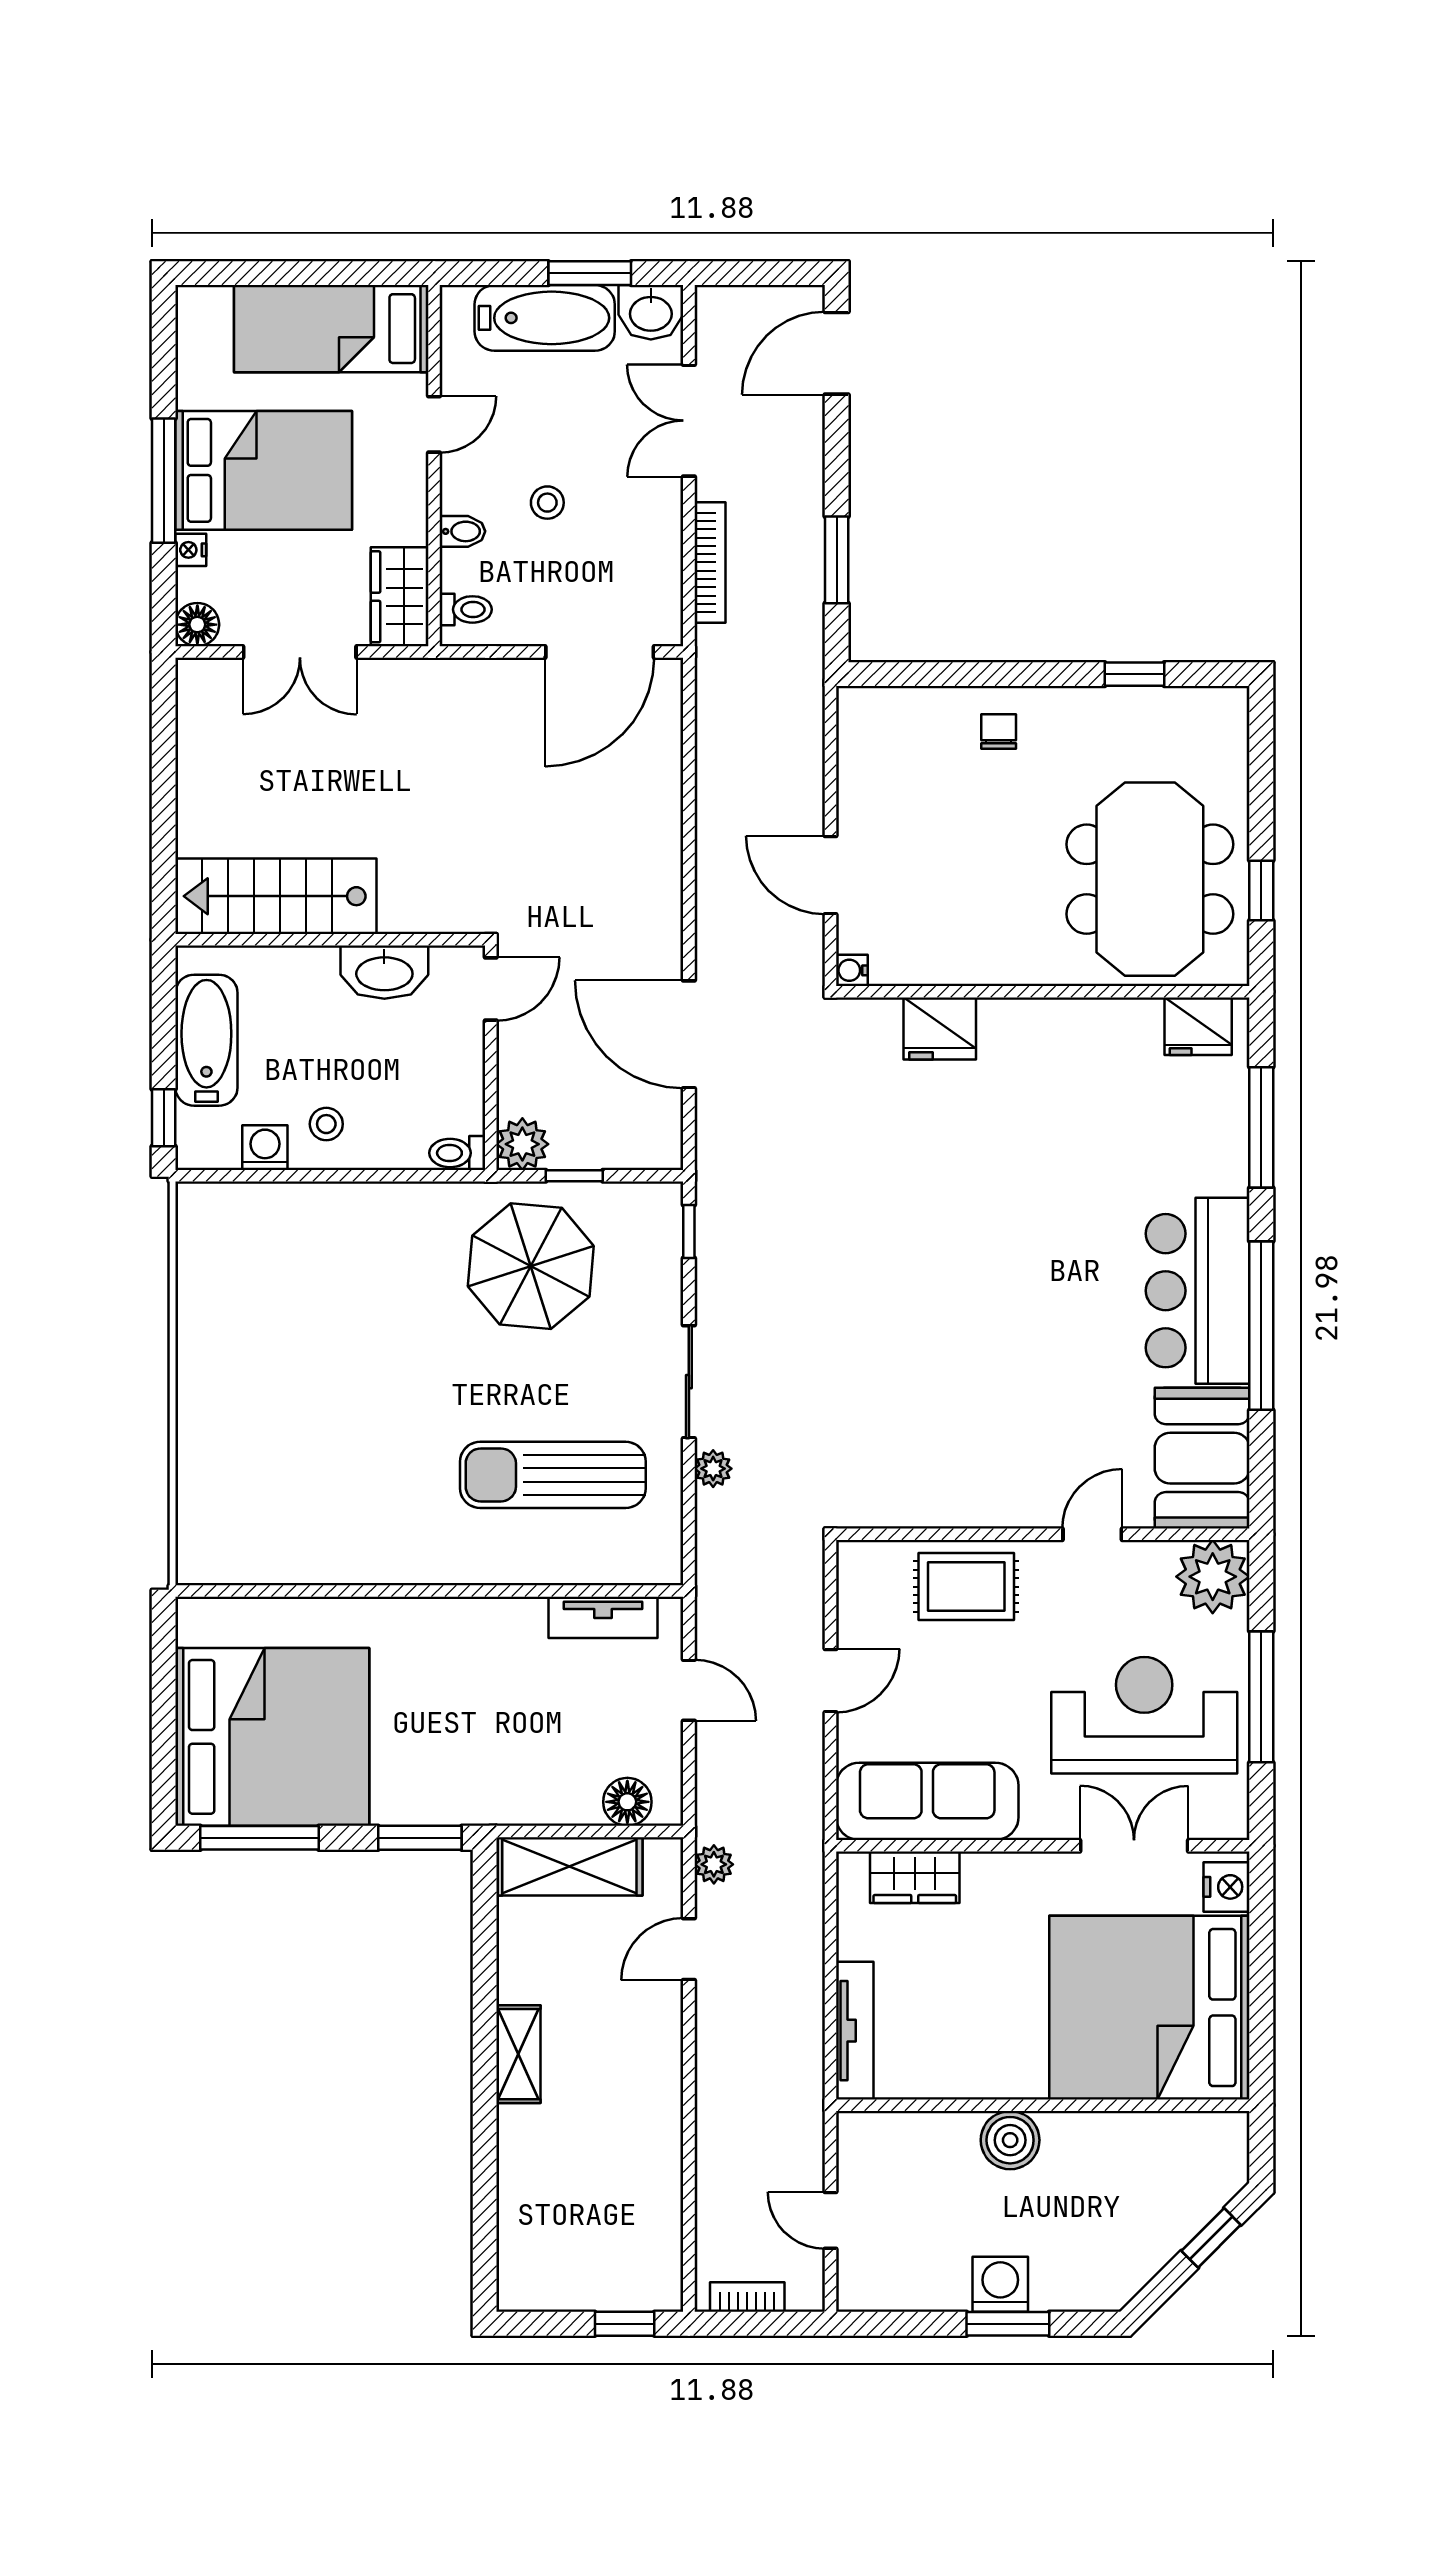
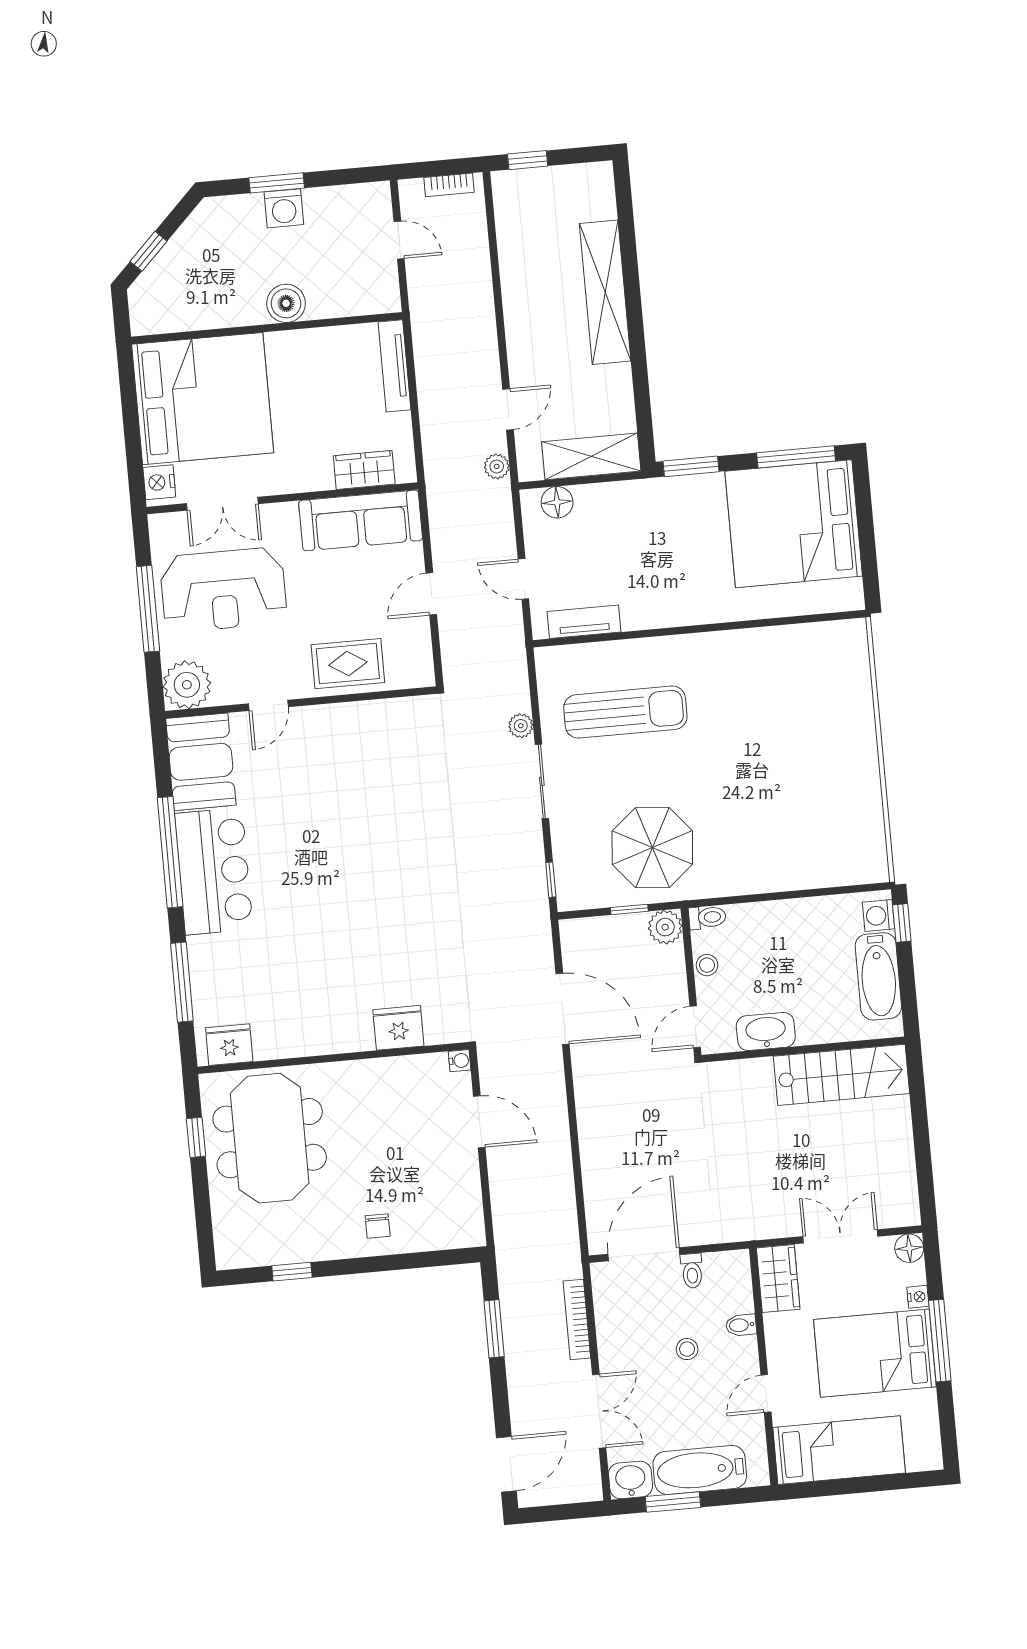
toilet: (466, 609) -> (692, 1271), moved, turned -90
stool: (326, 1124) -> (707, 965), moved
washing machine: (265, 1148) -> (878, 916), moved, turned 90
shelving: (518, 2054) -> (605, 292), width x2.20, depth x1.33

